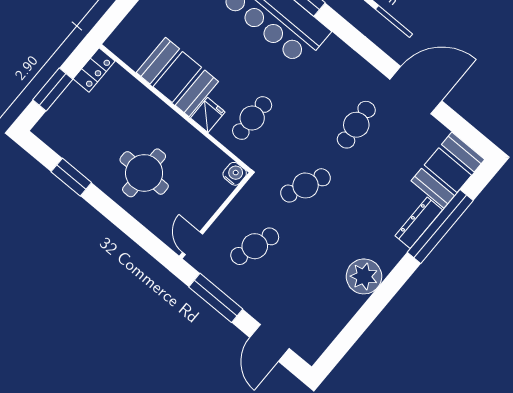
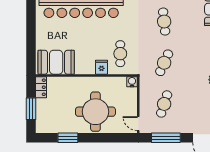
booth: (177, 77) -> (56, 62), moved
round table: (144, 173) -> (95, 112), width x1.36, depth x1.36

